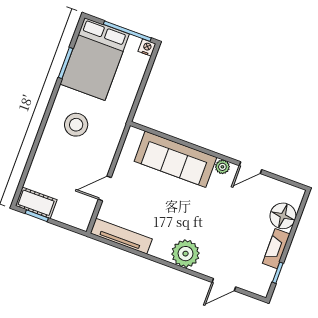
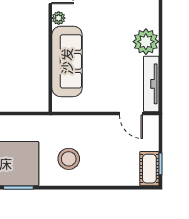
door: (105, 188) -> (131, 114), moved
plant: (186, 254) -> (146, 42), moved

